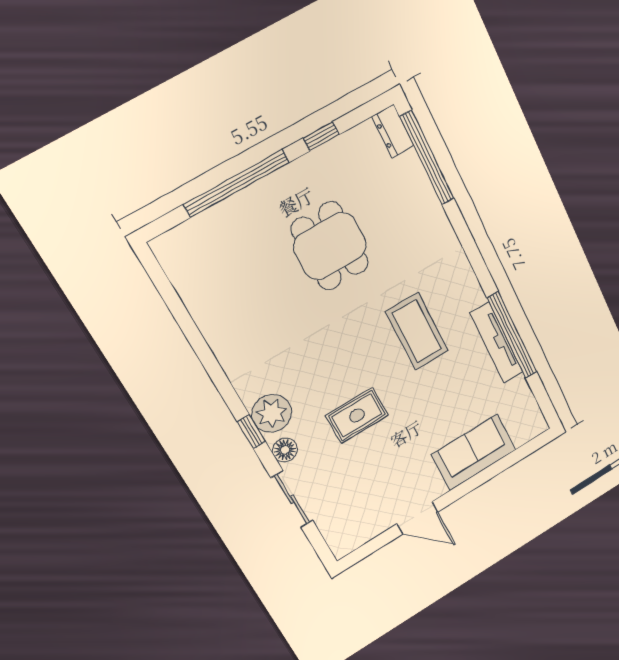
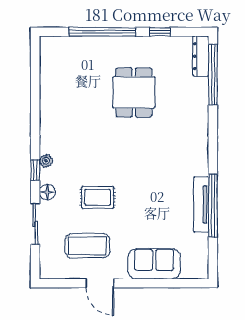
dresser: (393, 131) -> (201, 56), width x1.44
coffee table: (417, 331) -> (87, 246), moved, turned 90
plant: (272, 413) -> (46, 161), width x0.53, depth x0.53

